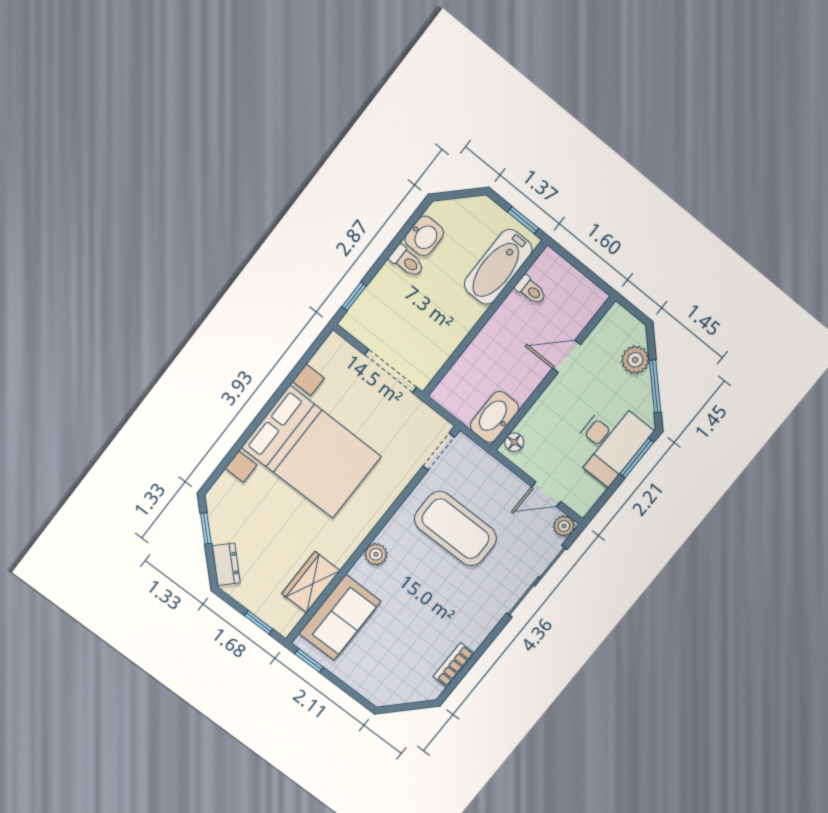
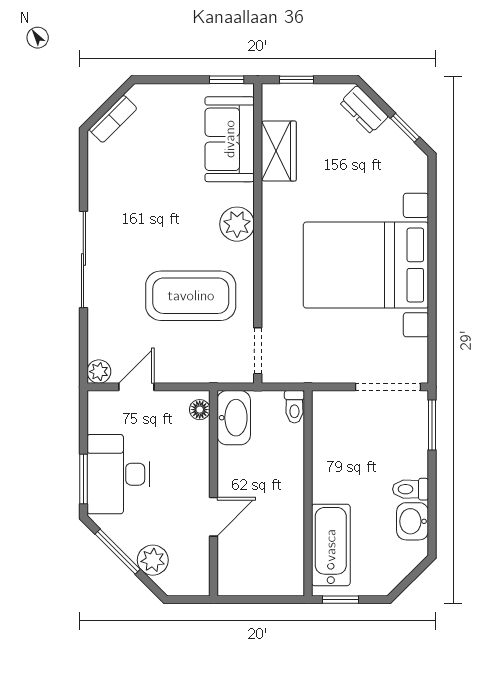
toilet: (531, 290) -> (294, 407), moved, turned -90
window: (354, 296) -> (432, 425), width x1.50
doorway: (391, 371) -> (388, 387), moved
plant: (376, 554) -> (237, 224), width x1.38, depth x1.38
sliding door: (537, 581) -> (83, 260), moved
bookcase: (454, 665) -> (113, 119), moved, turned 45

